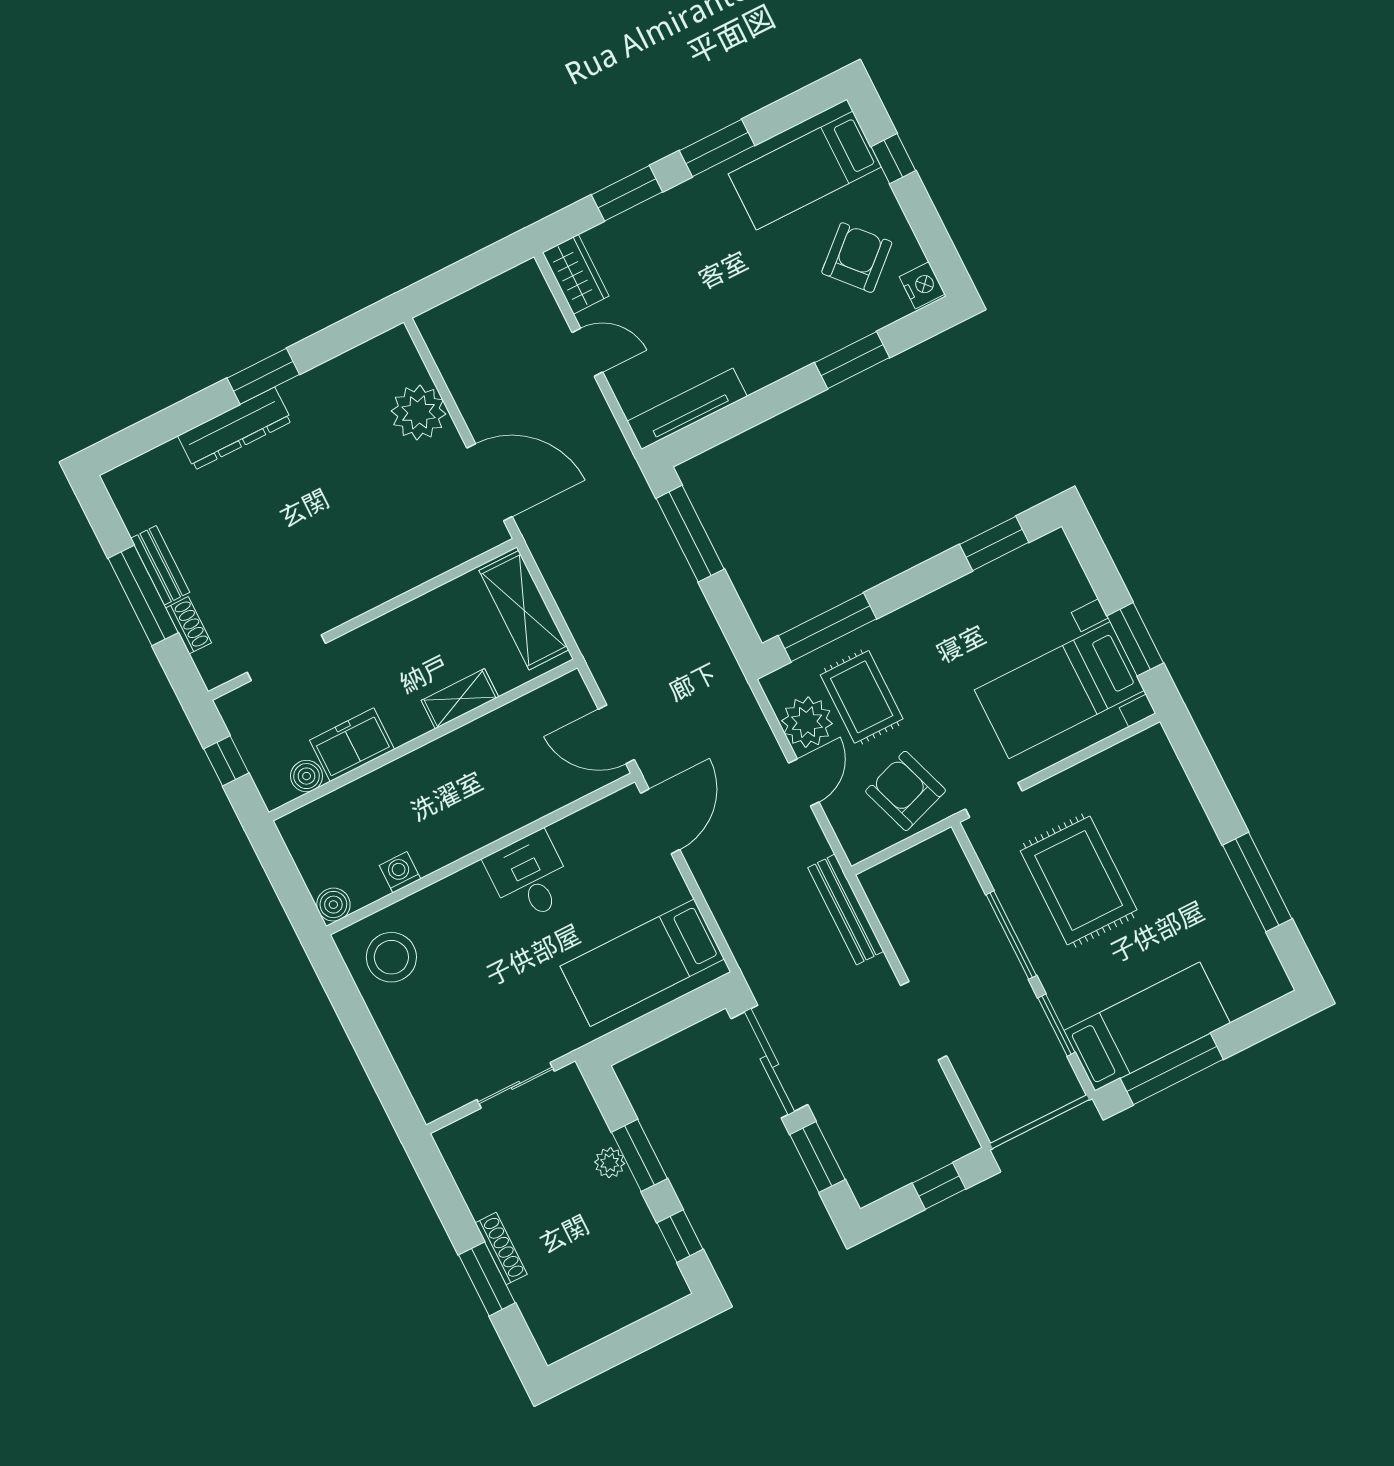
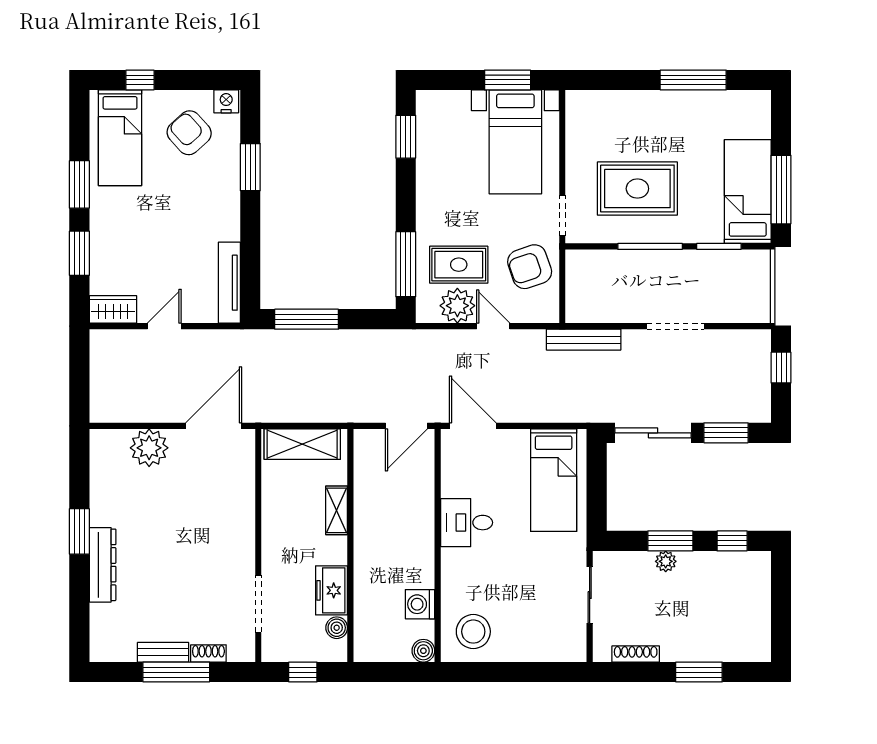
washing machine: (400, 872) -> (420, 604), width x1.38, depth x1.38
shoe rack: (501, 1249) -> (636, 654), moved

